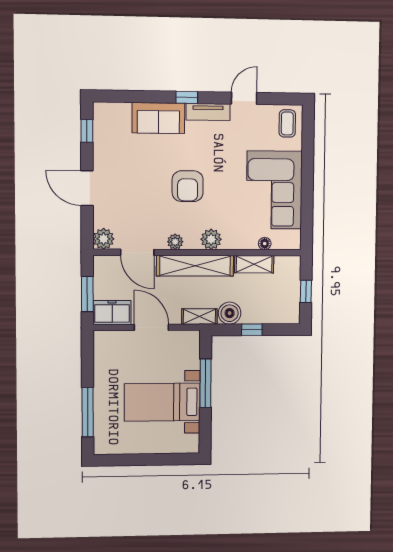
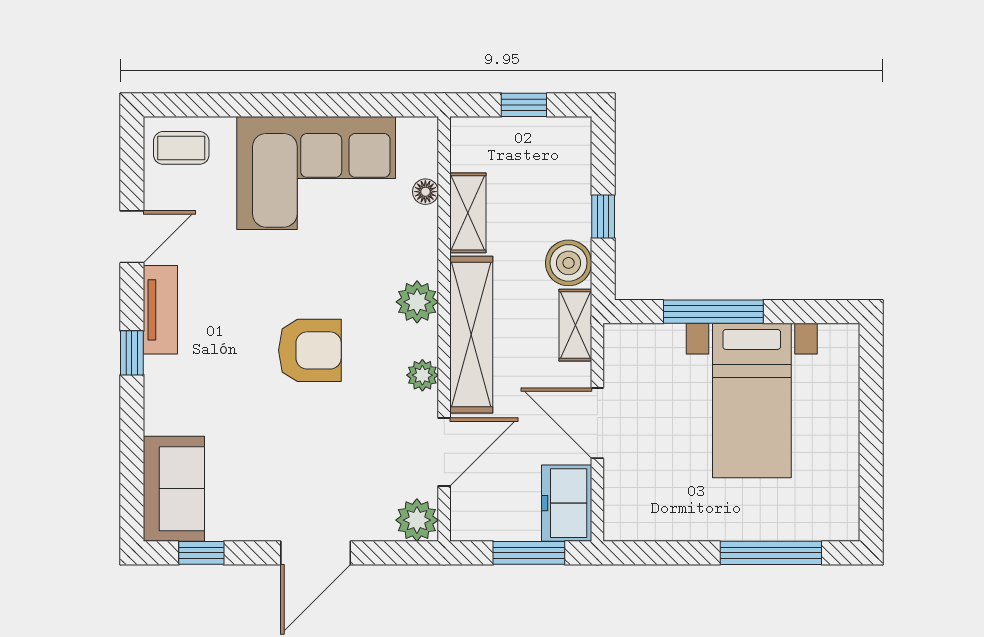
door: (244, 98) -> (132, 237), swing flipped
sofa: (158, 118) -> (174, 489), moved
door: (151, 327) -> (597, 423), hinge flipped

